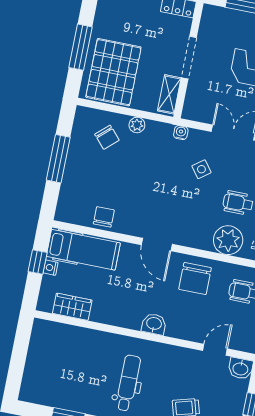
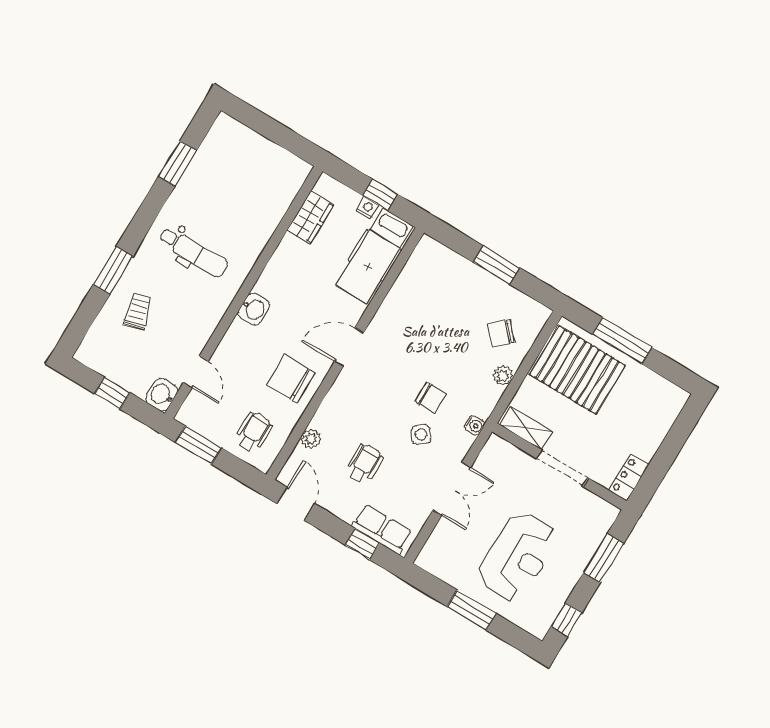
window: (58, 159) -> (496, 265), width x0.69
chair: (104, 217) -> (431, 398), moved
plant: (228, 240) -> (311, 439), width x0.53, depth x0.53

